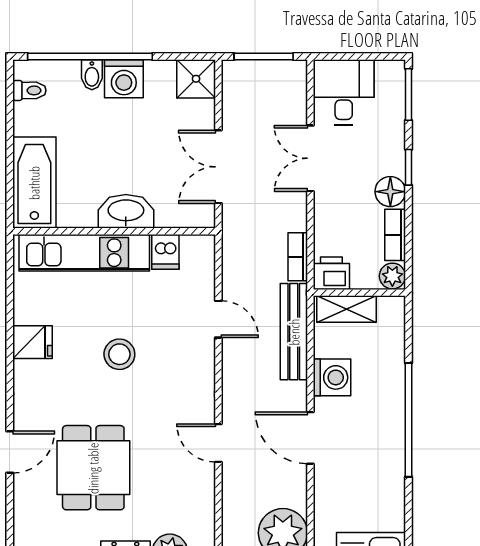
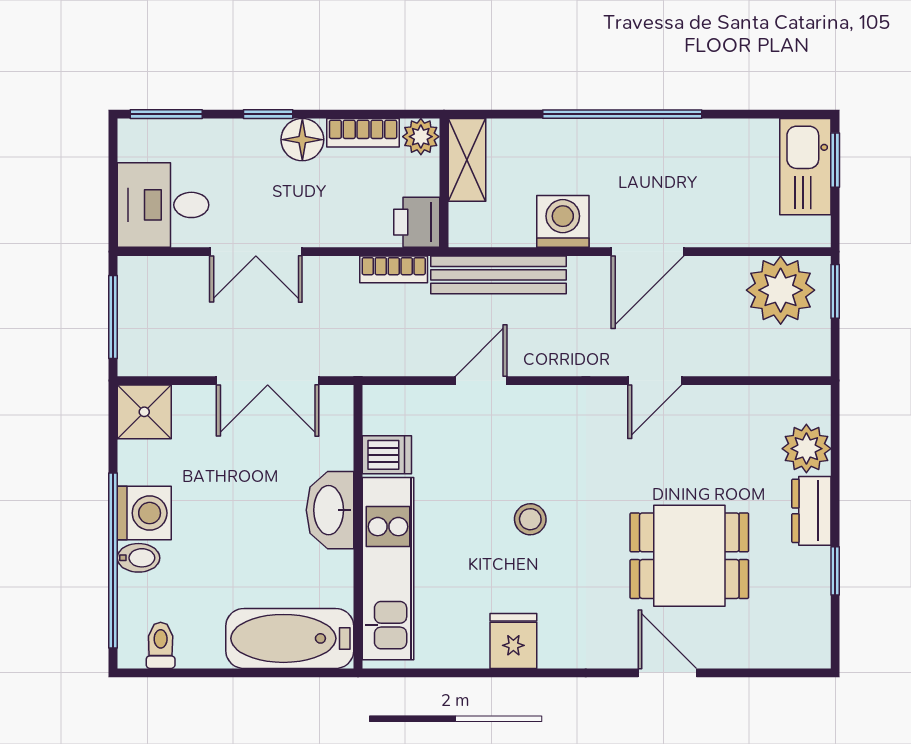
shelving: (346, 309) -> (467, 160), moved
stool: (119, 354) -> (530, 519), width x0.73, depth x0.73

